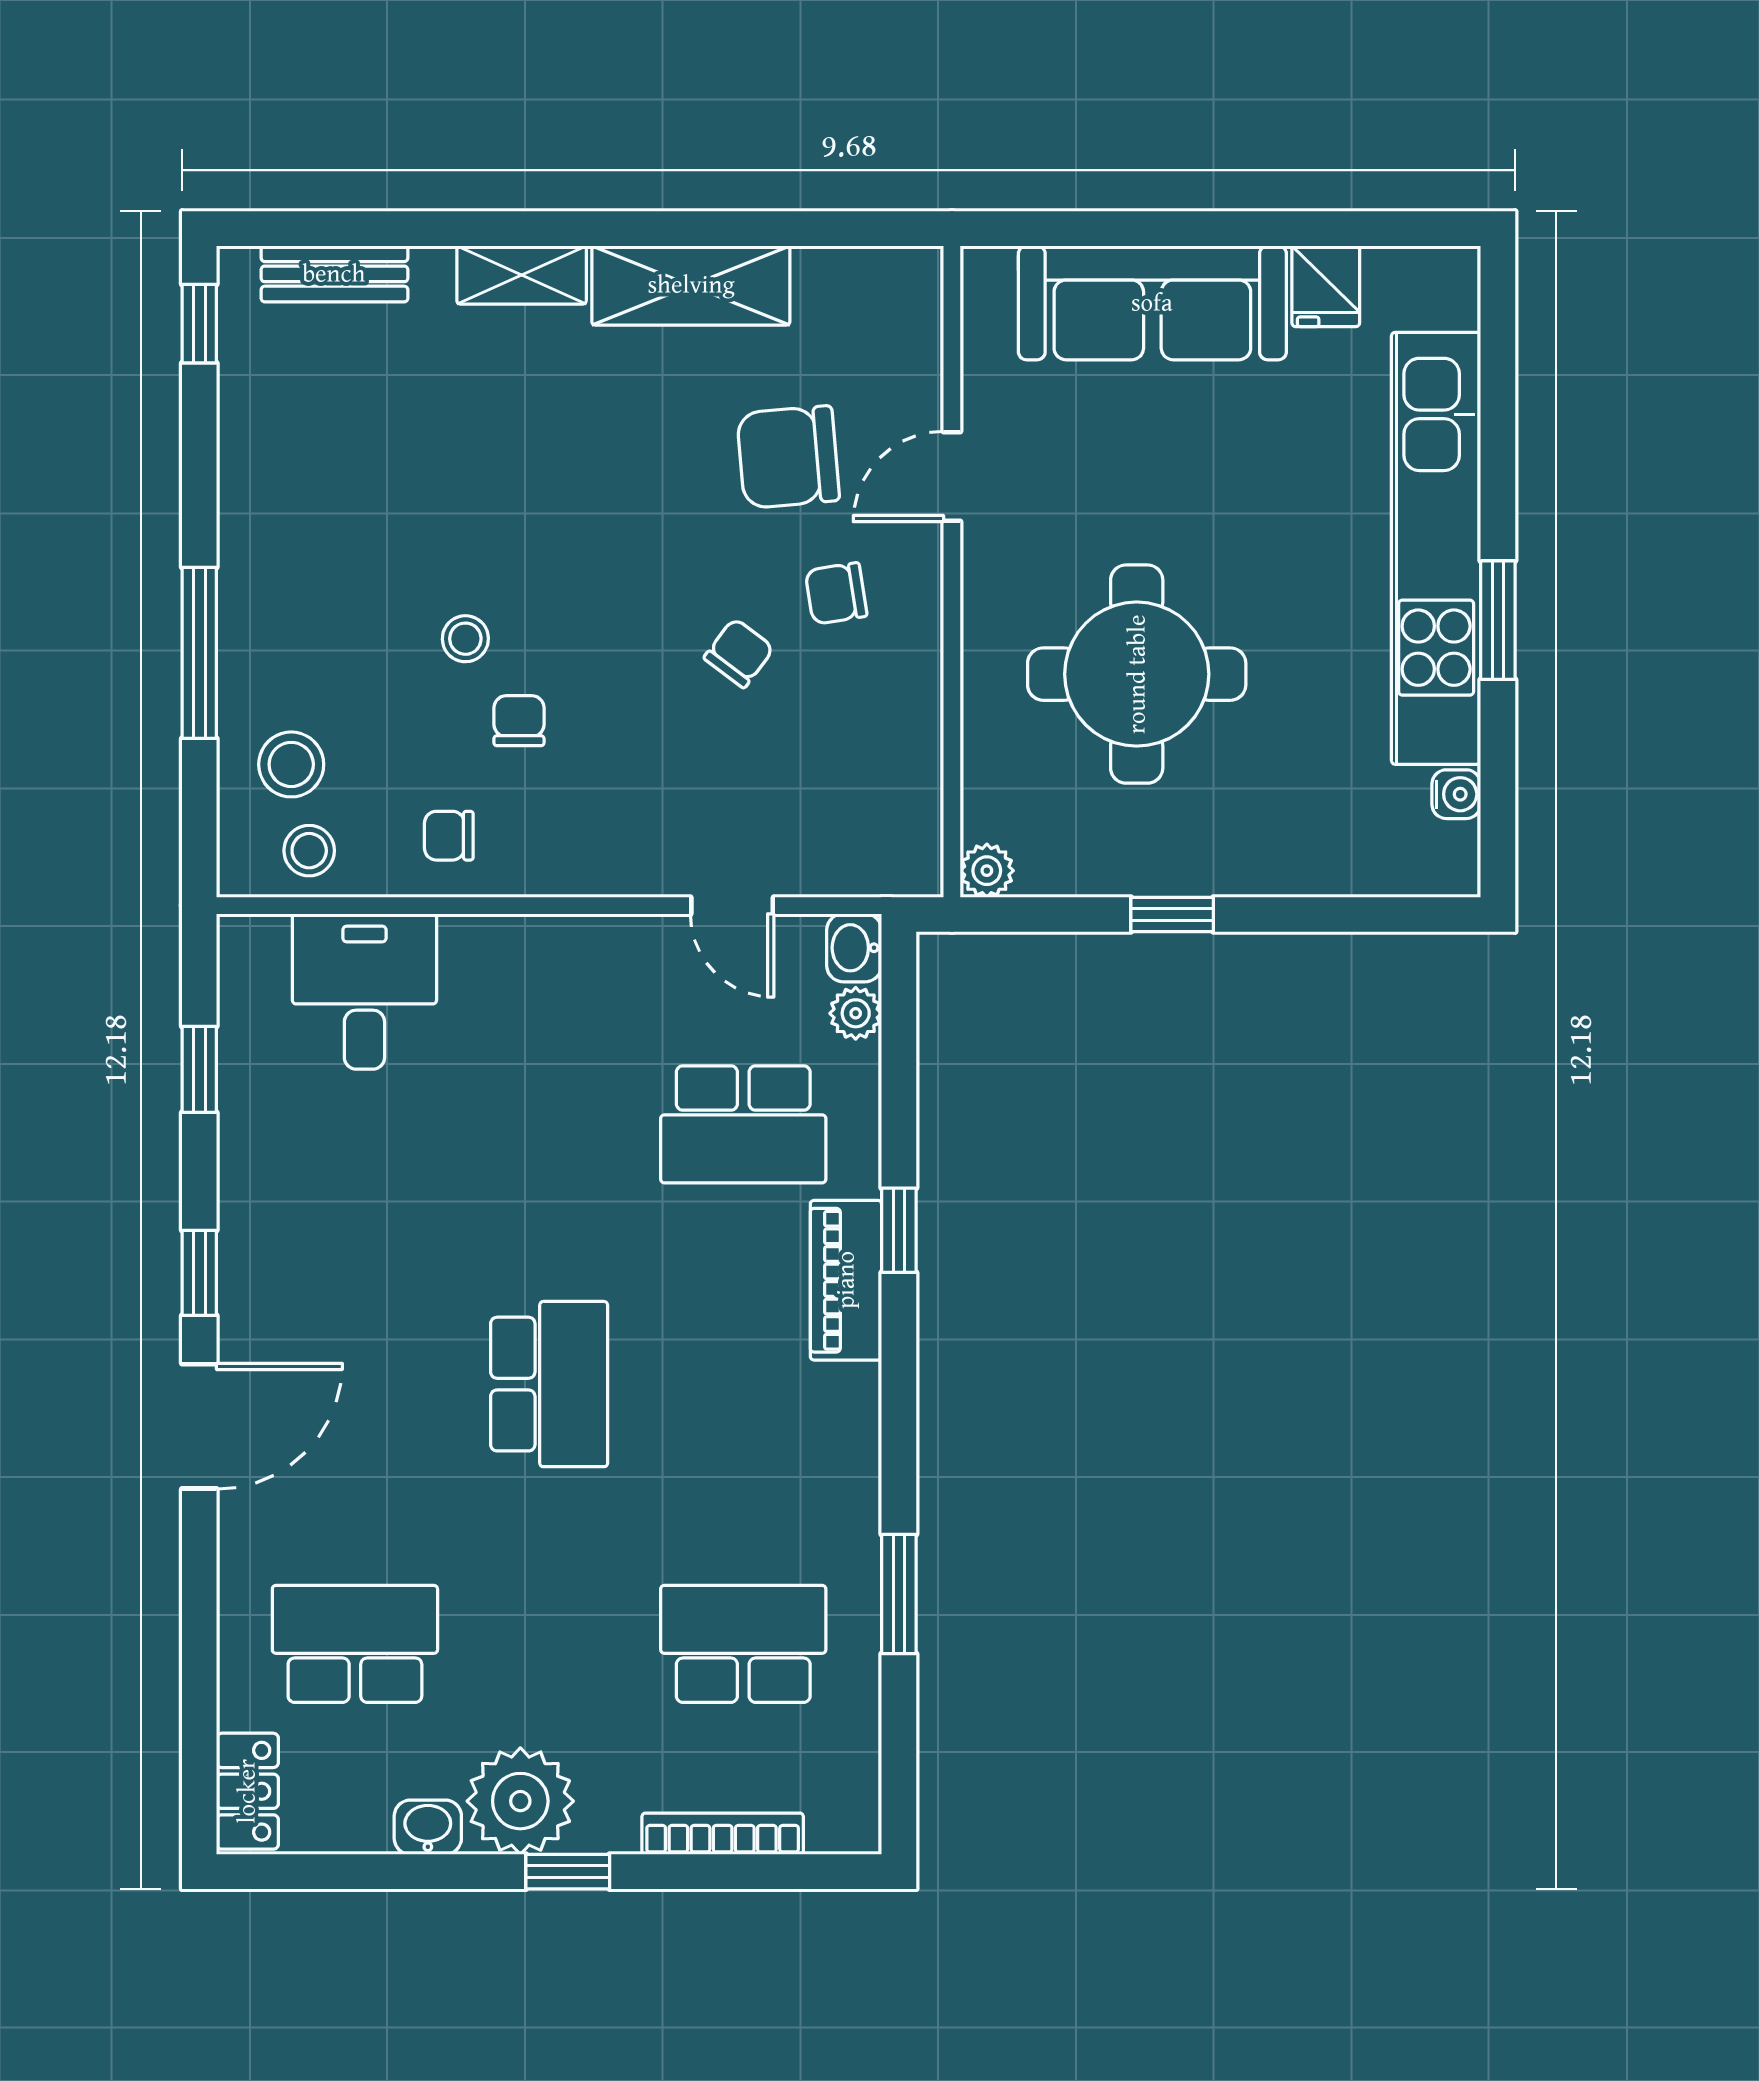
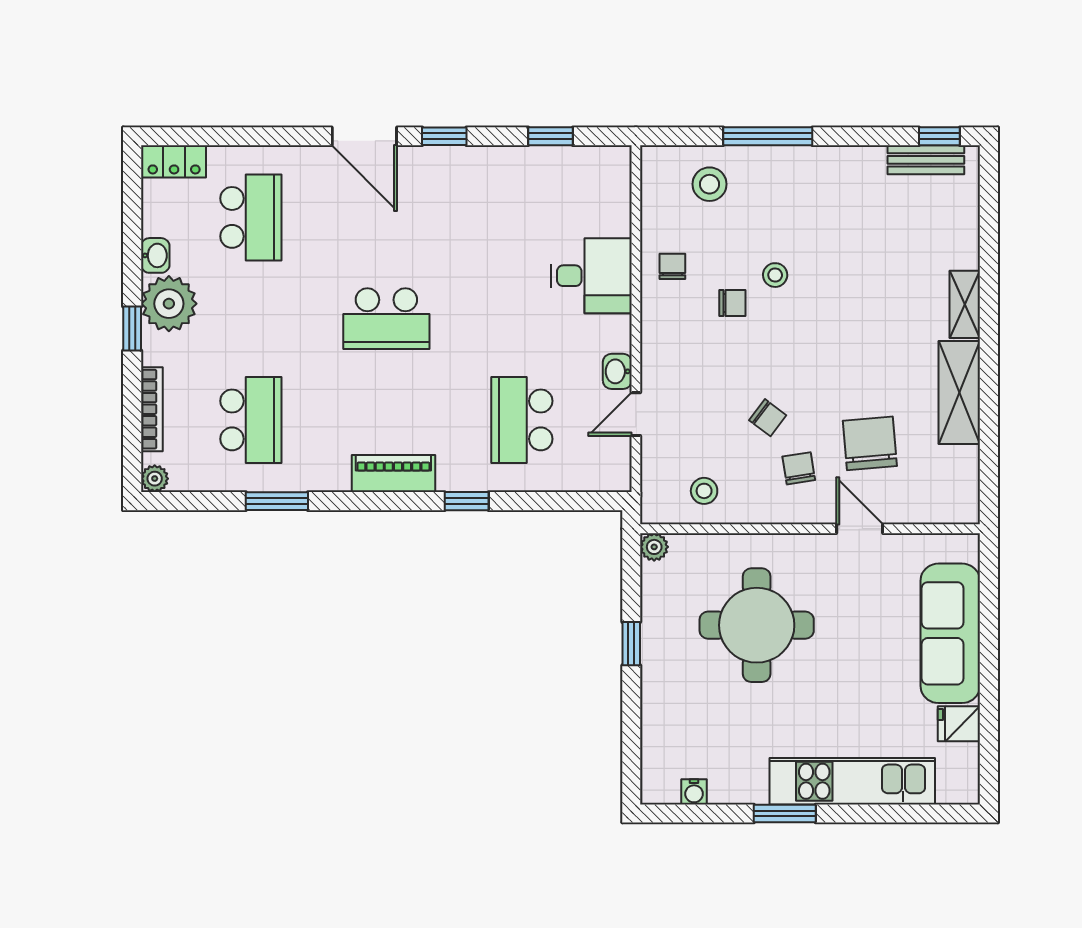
bench: (334, 274) -> (926, 160), moved, turned 90
kitchen unit: (1436, 548) -> (852, 781), width x0.73
stool: (309, 851) -> (704, 491), moved
washbasin: (854, 948) -> (617, 371), moved, turned -90
desk: (364, 992) -> (591, 276), moved
plant: (856, 1013) -> (155, 479), moved
piano: (846, 1280) -> (393, 474), moved

